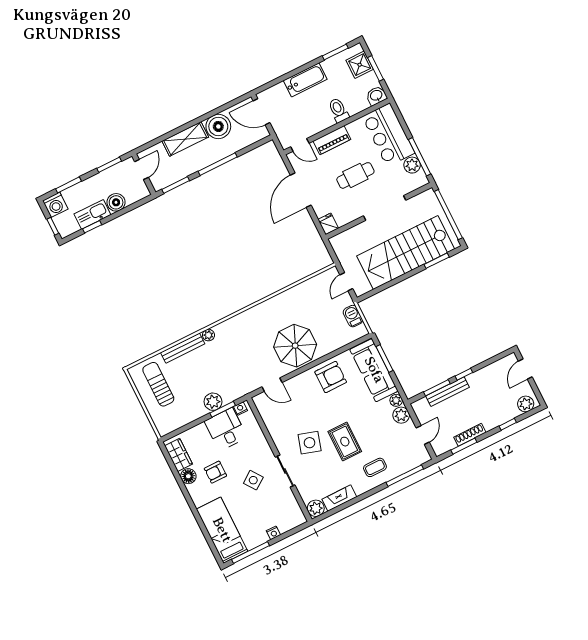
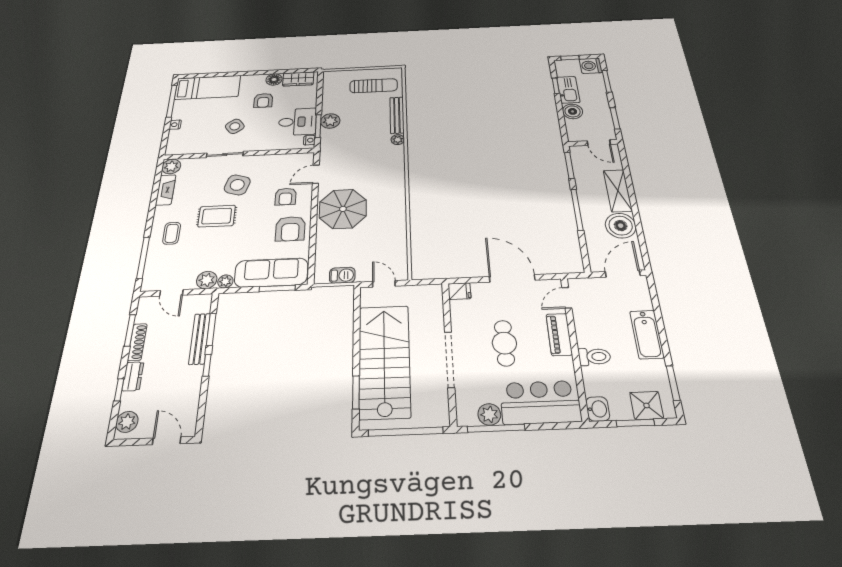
armchair: (303, 397) -> (286, 197), added
dresser: (495, 421) -> (133, 376), added
armchair: (215, 472) -> (263, 100), turned 180

